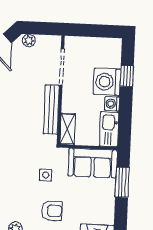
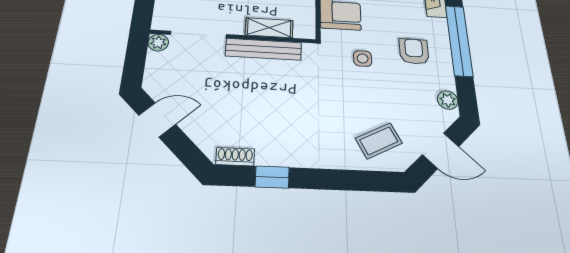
plant: (29, 41) -> (158, 43), moved
shelving: (68, 129) -> (269, 28), moved

